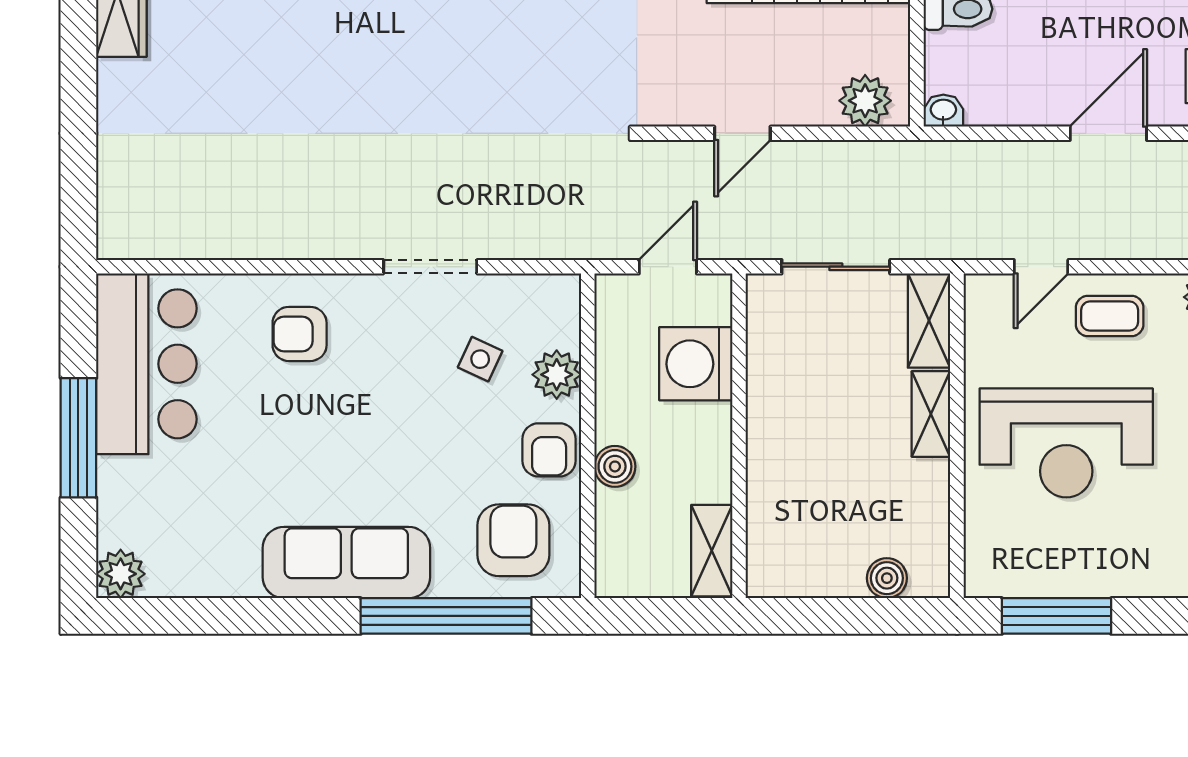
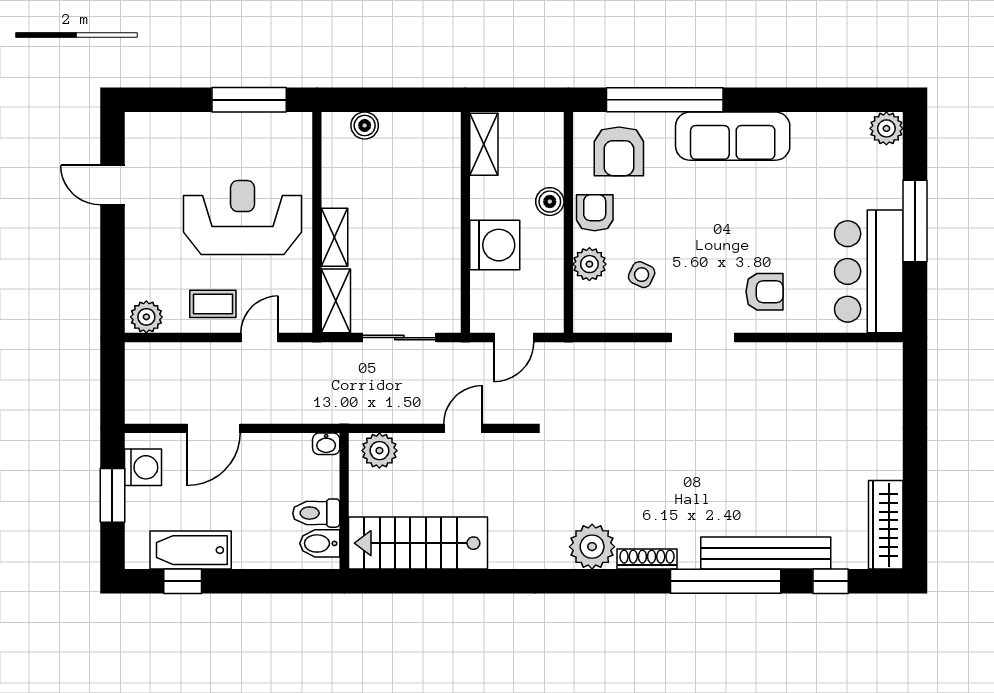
doorway: (430, 267) -> (703, 338), moved
washing machine: (696, 364) -> (495, 245), moved

